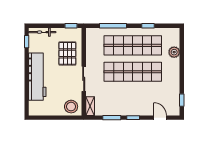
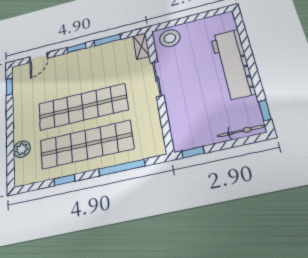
pallet: (67, 53) -> (190, 108), removed
door: (160, 118) -> (39, 58), hinge flipped

